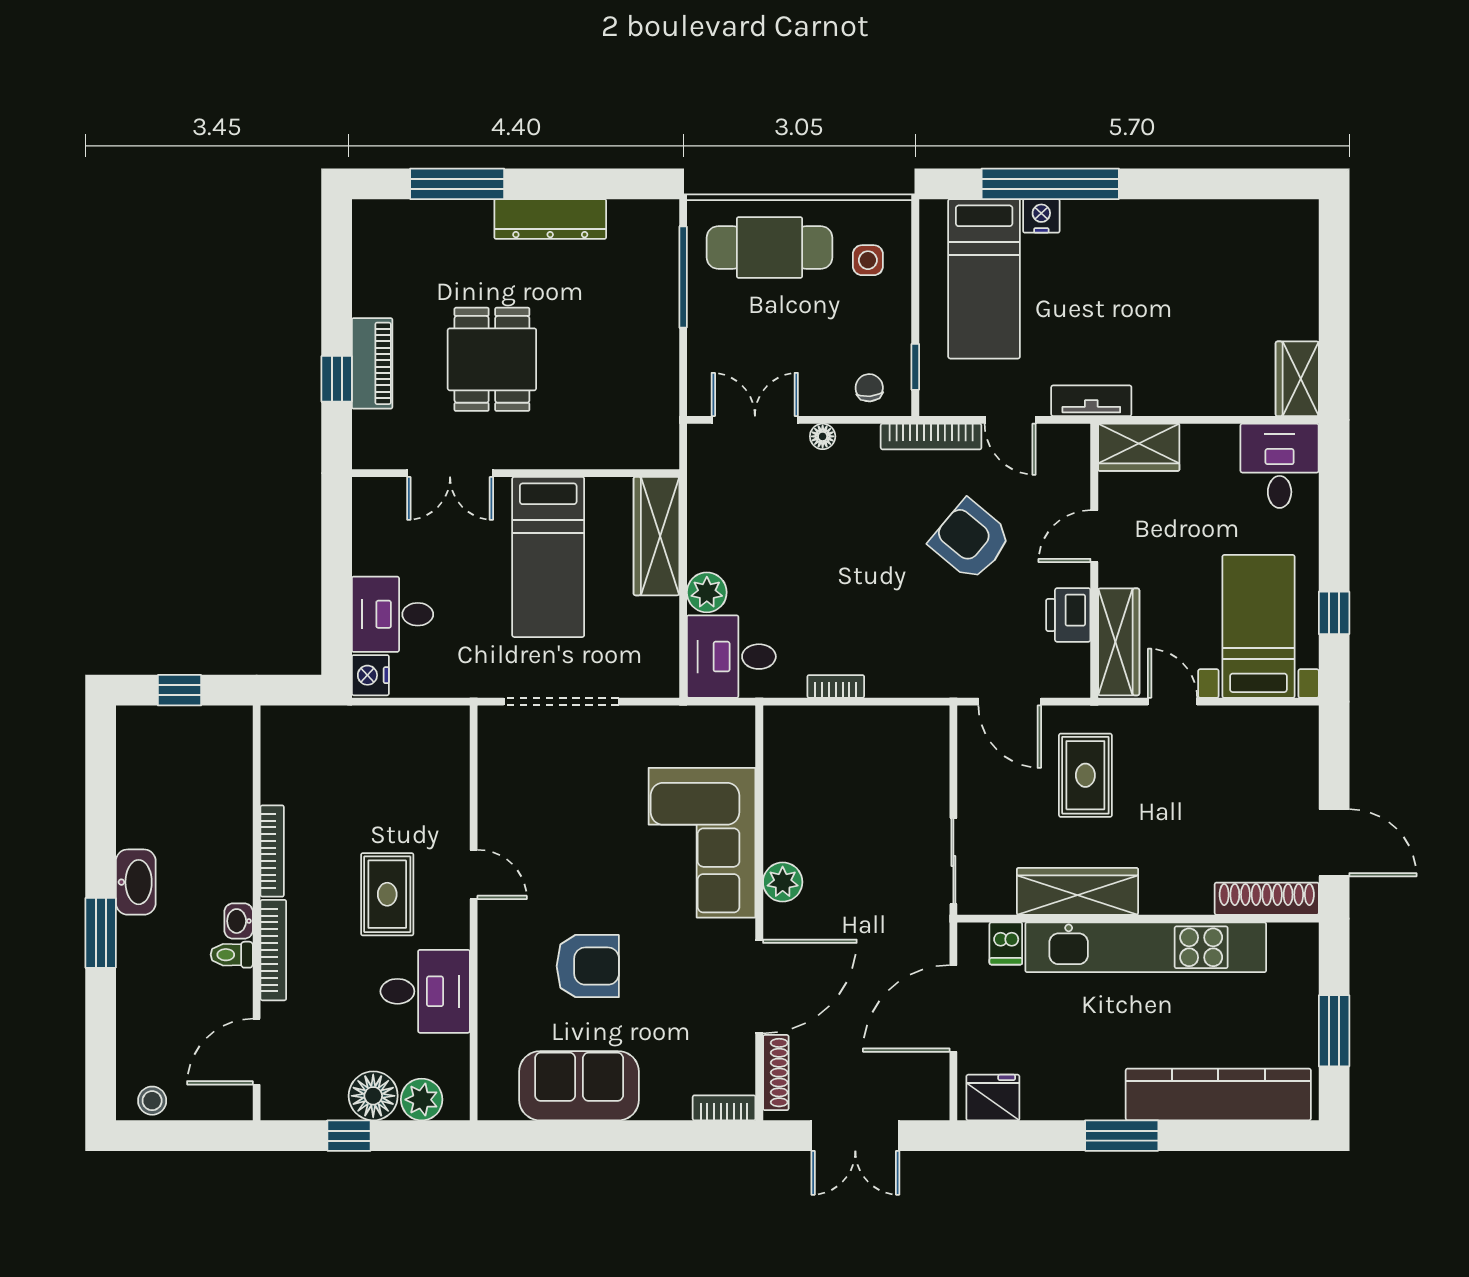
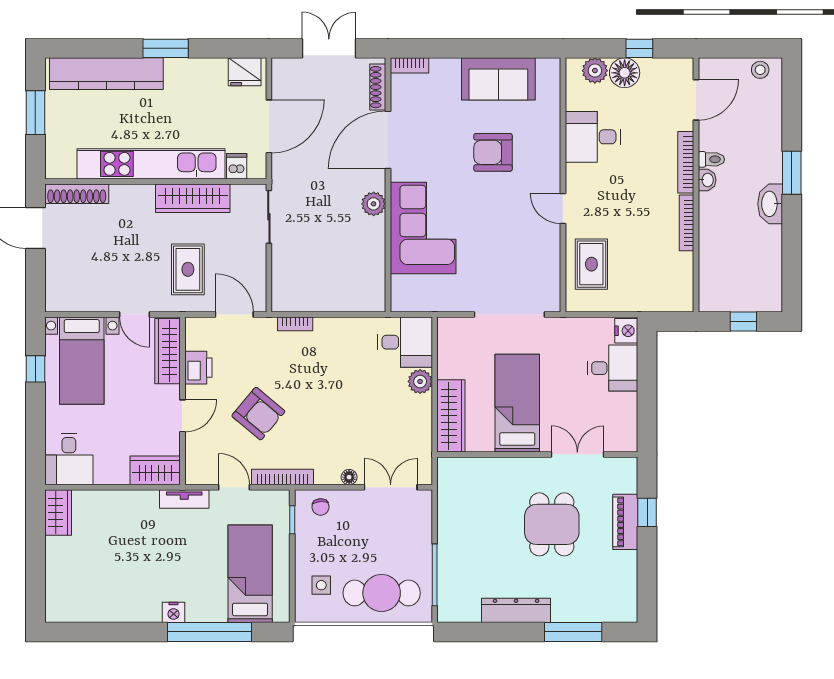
nightstand: (1041, 216) -> (174, 612), moved
double door: (755, 420) -> (391, 487), swing flipped
bookcase: (836, 686) -> (295, 324), moved
rug: (387, 894) -> (591, 264), moved

